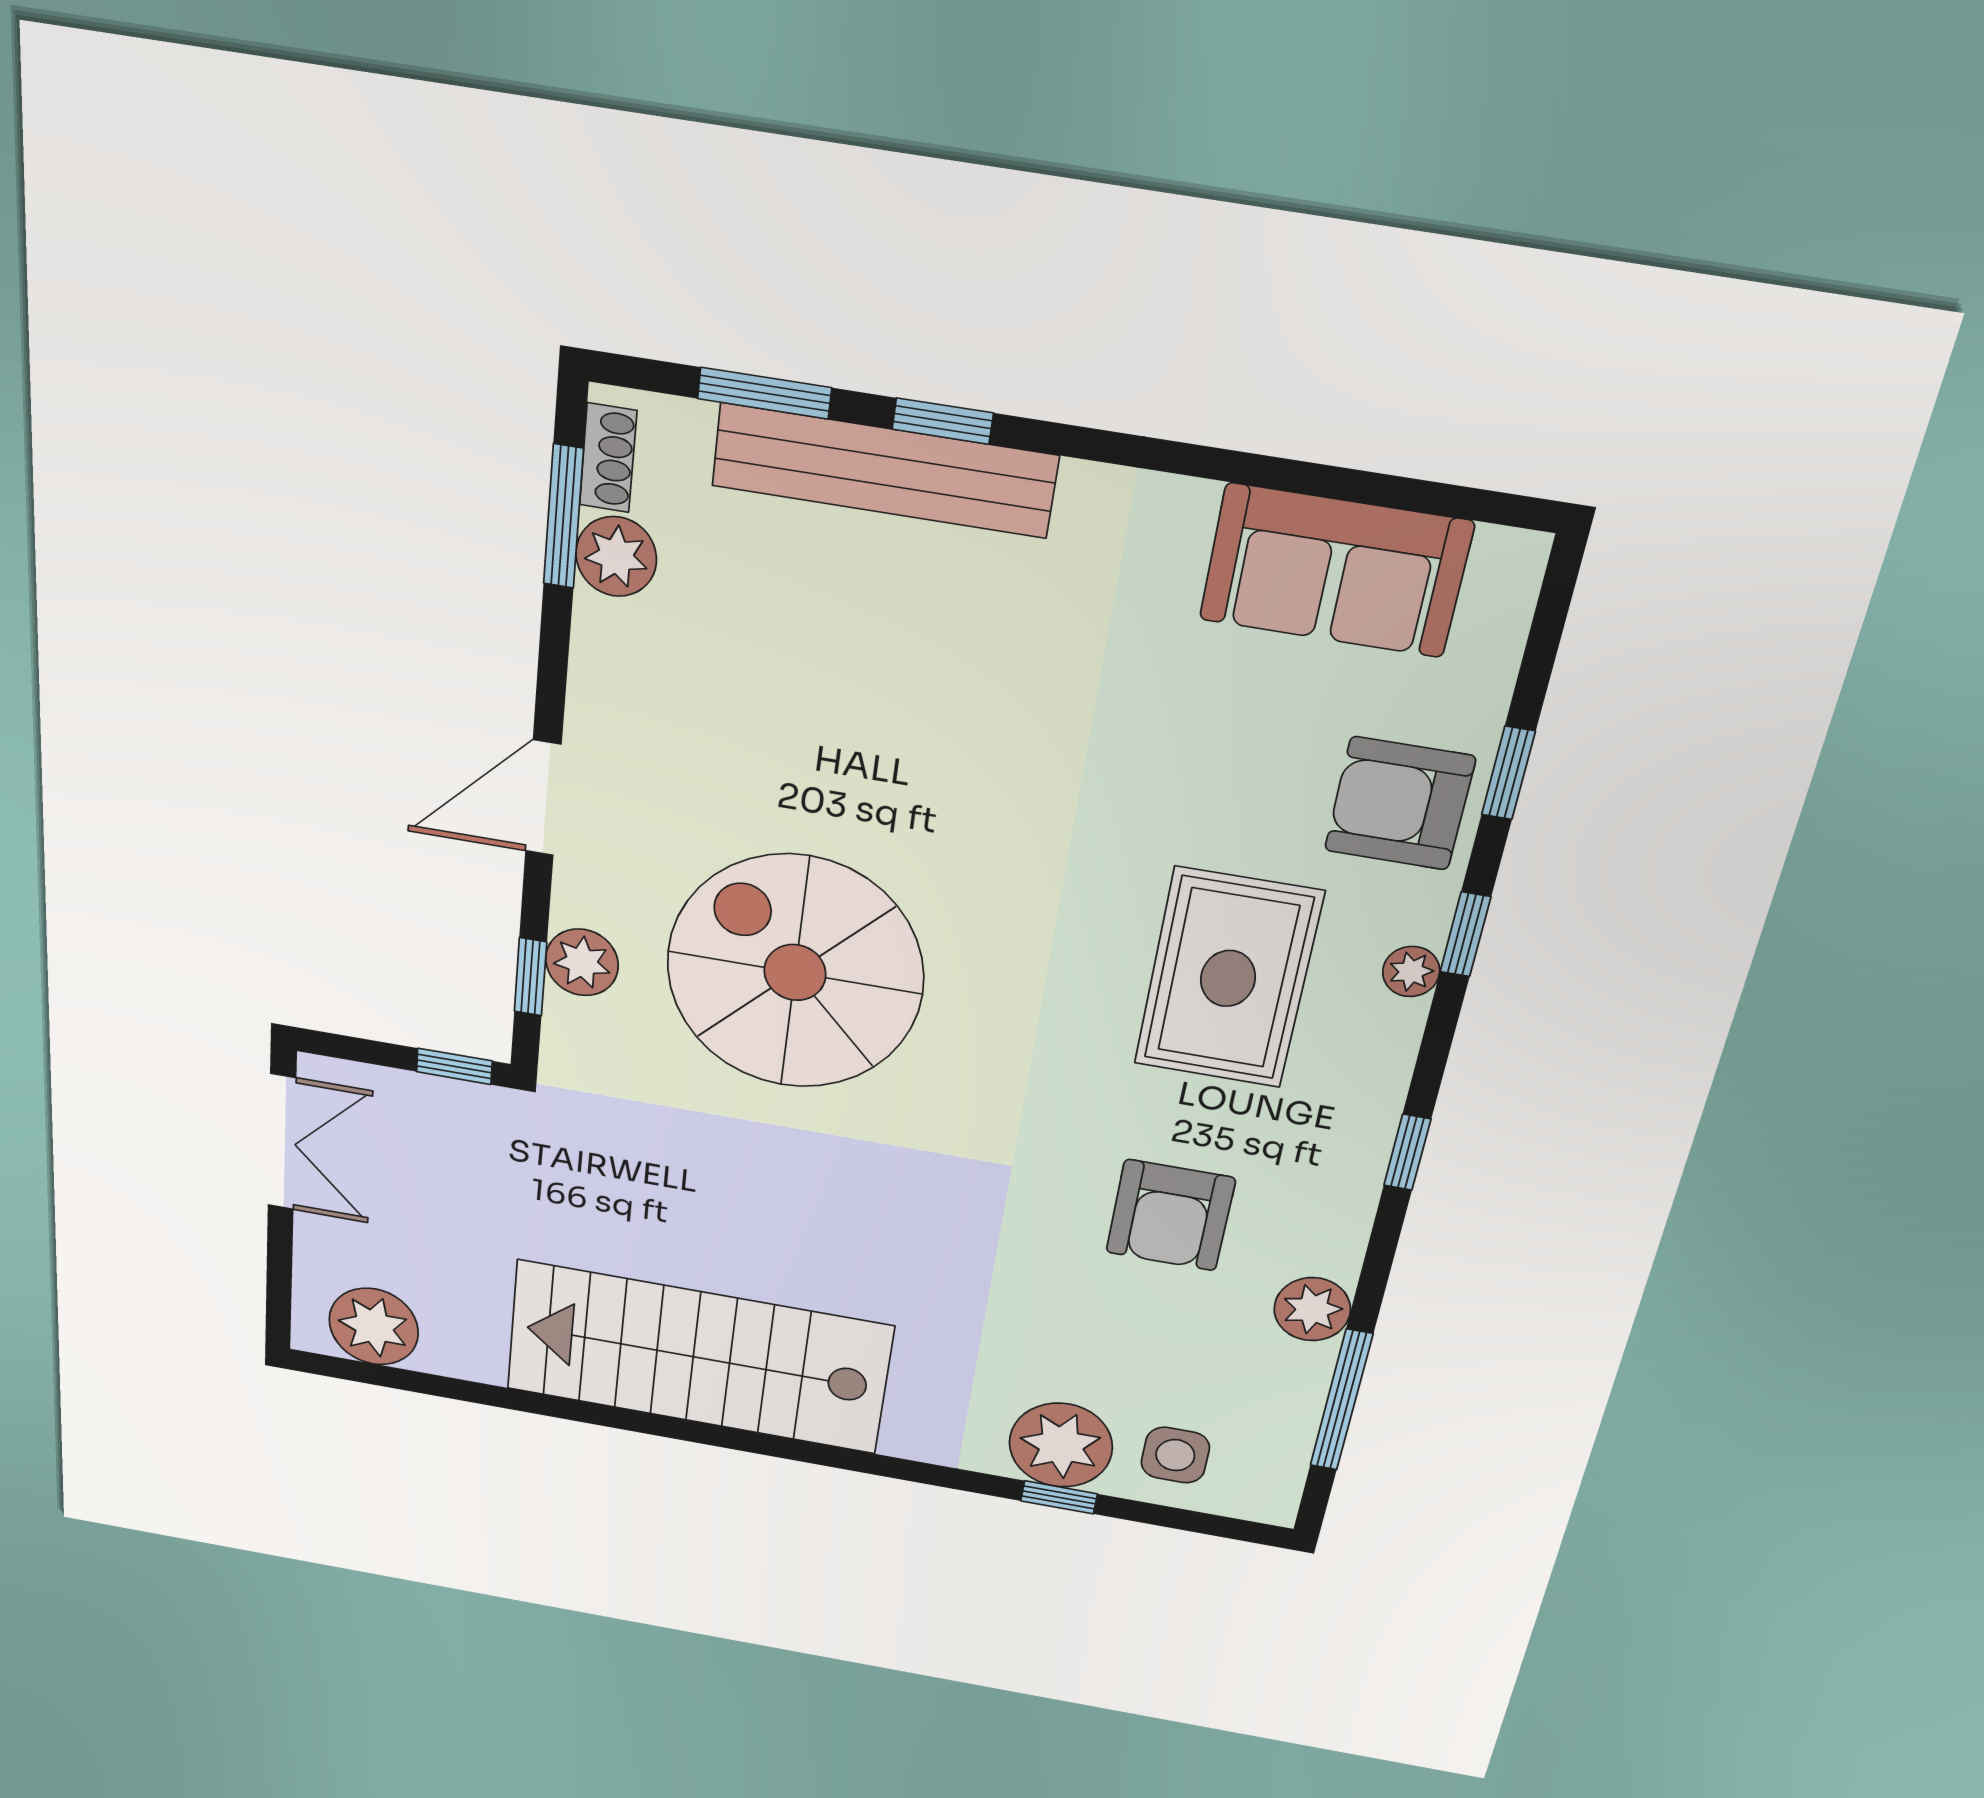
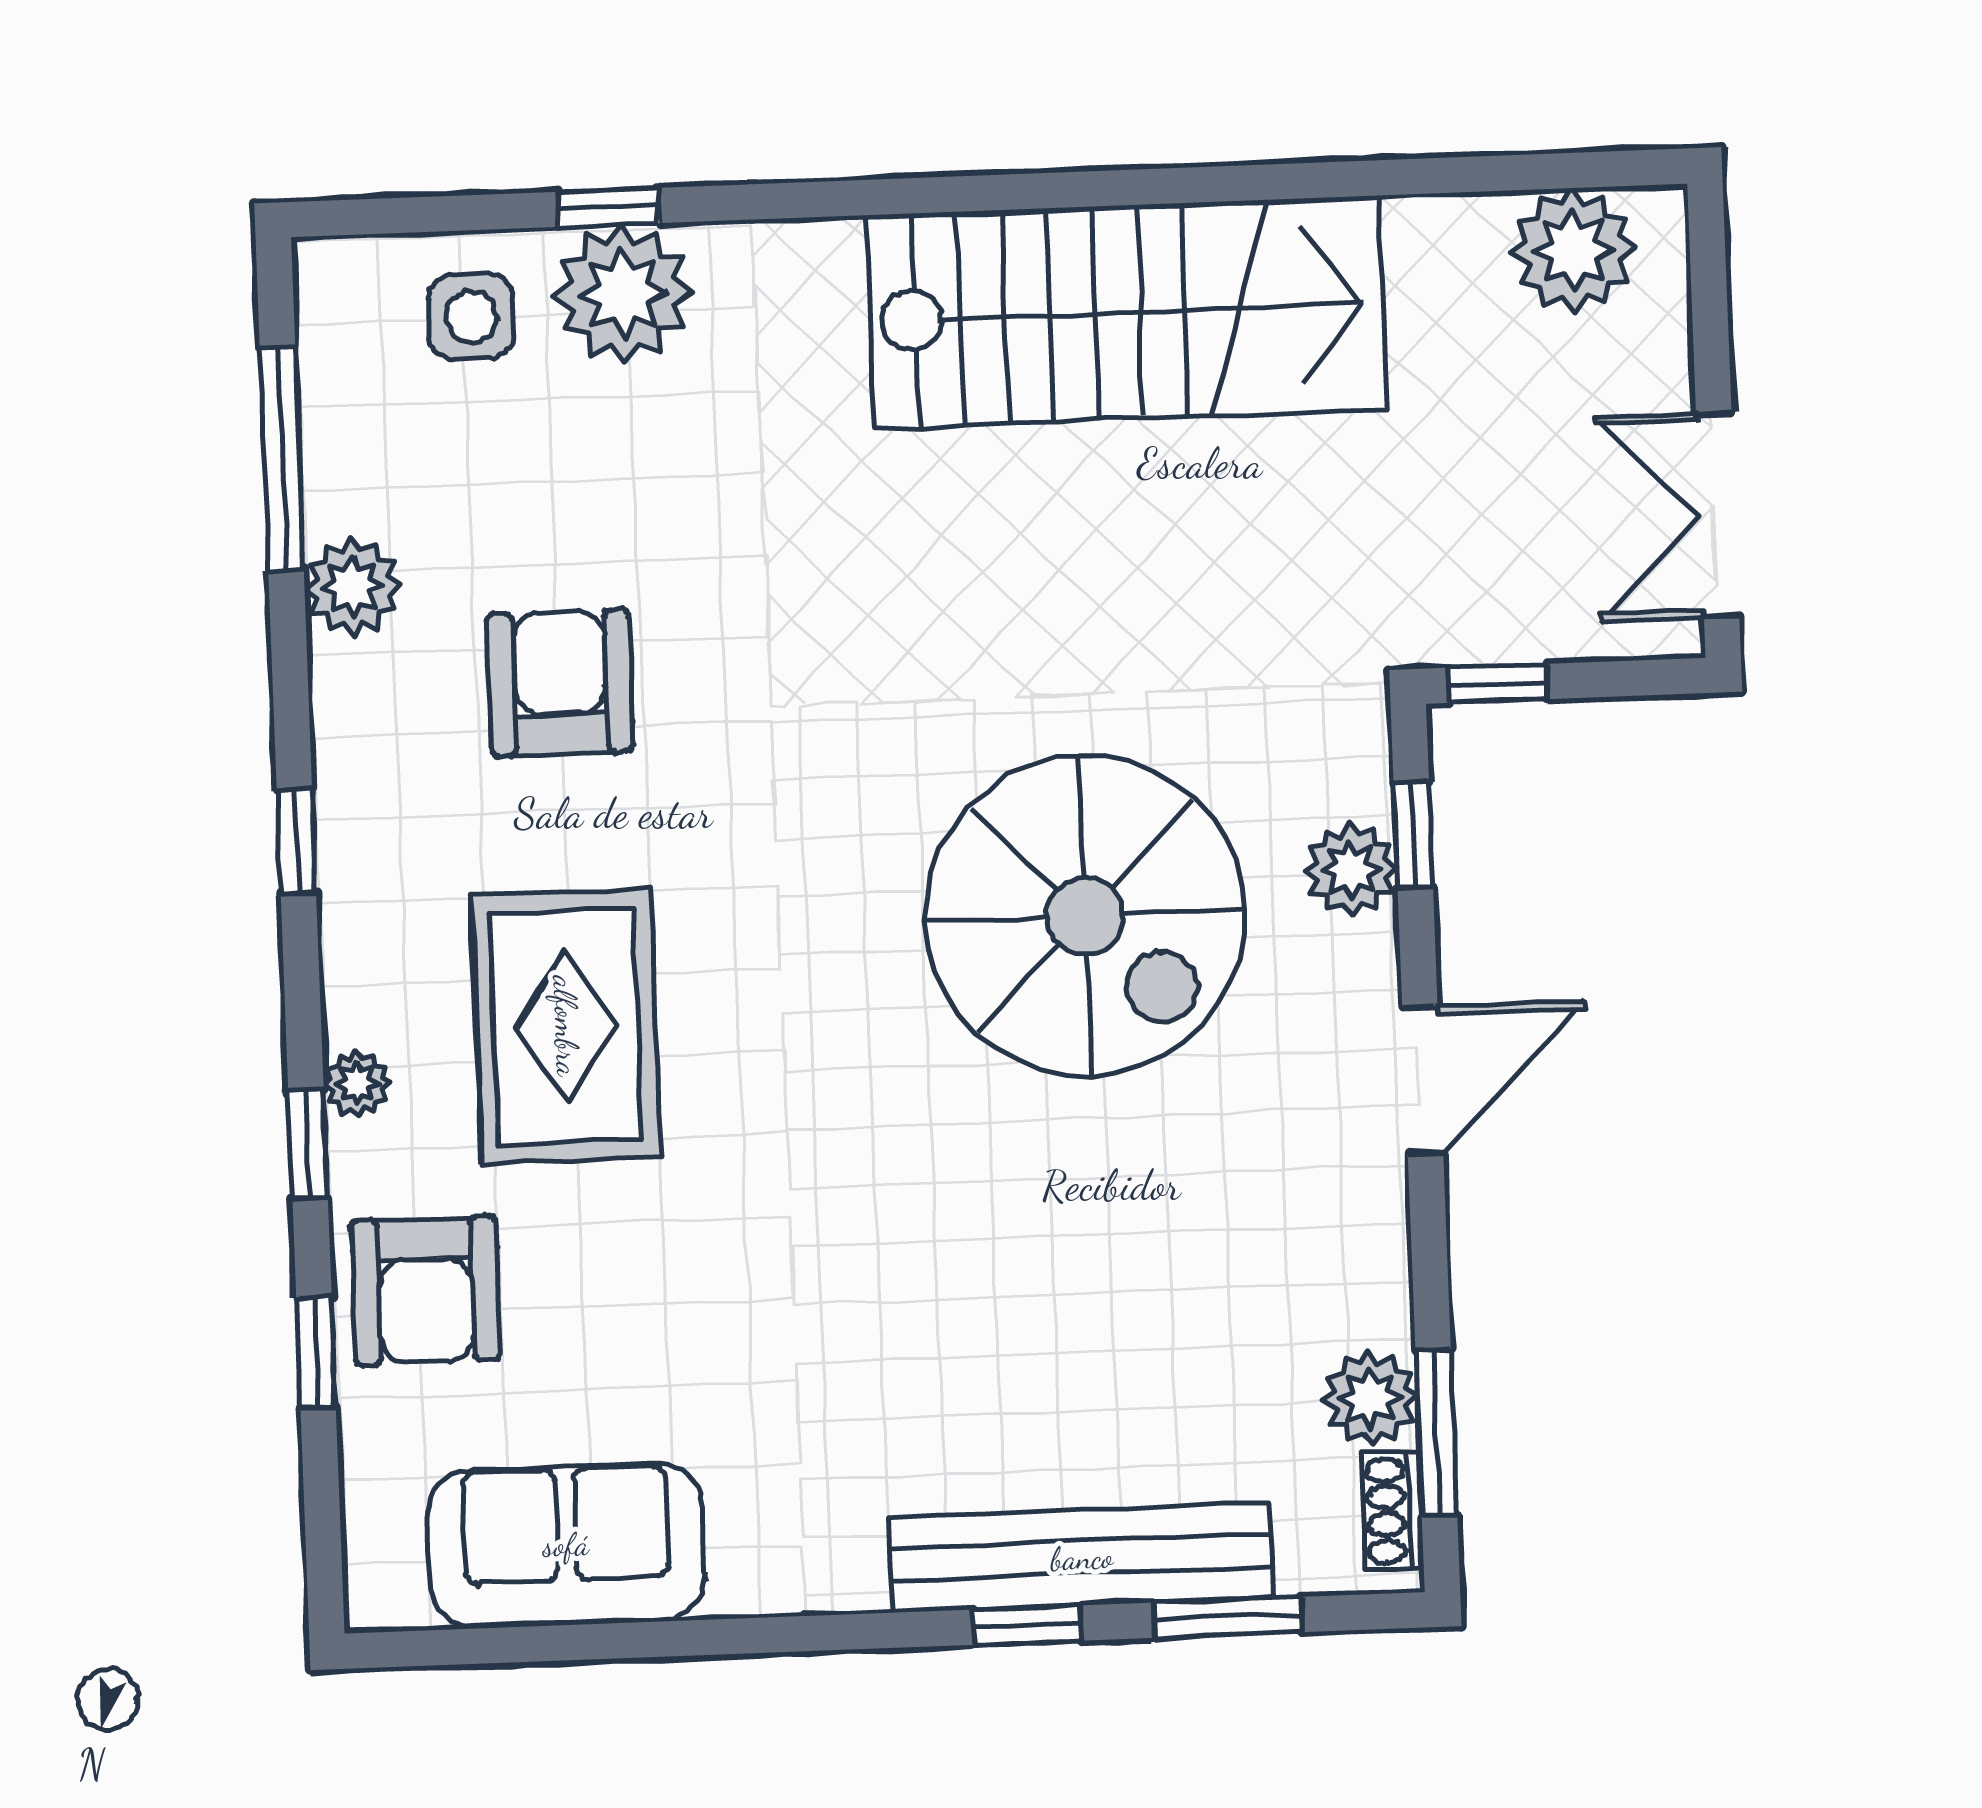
armchair: (1400, 804) -> (426, 1290), turned 90

